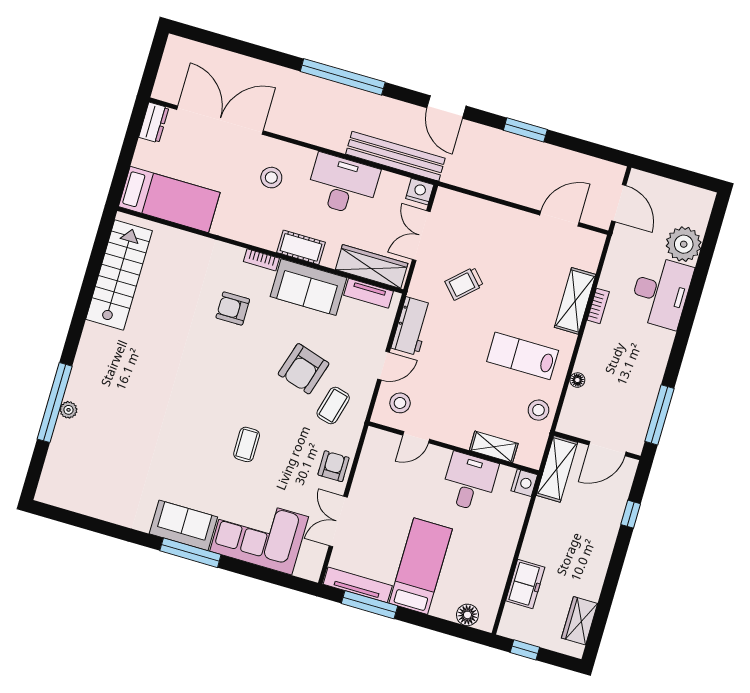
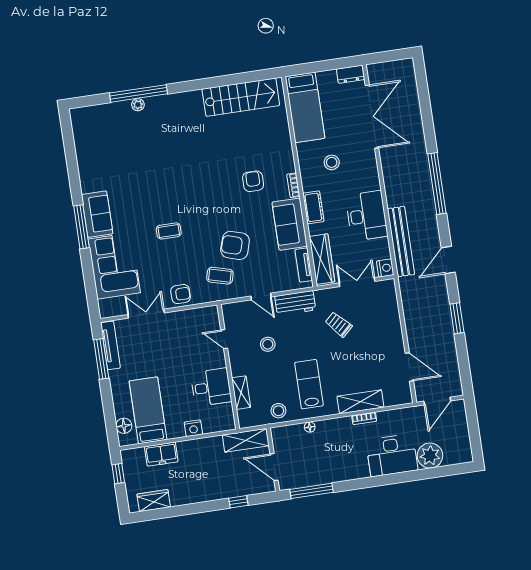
stool: (271, 178) -> (332, 162), moved
stool: (400, 403) -> (268, 344), moved
nightstand: (524, 483) -> (193, 428), moved
bed: (421, 566) -> (148, 410), moved, turned -90

